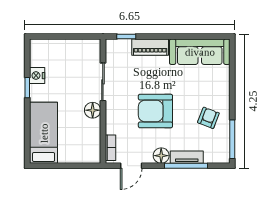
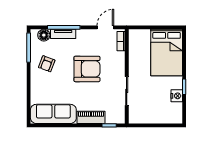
floor lamp: (93, 110) -> (135, 70), removed
bed: (44, 133) -> (167, 52), width x1.50
floor lamp: (161, 156) -> (44, 35), moved

